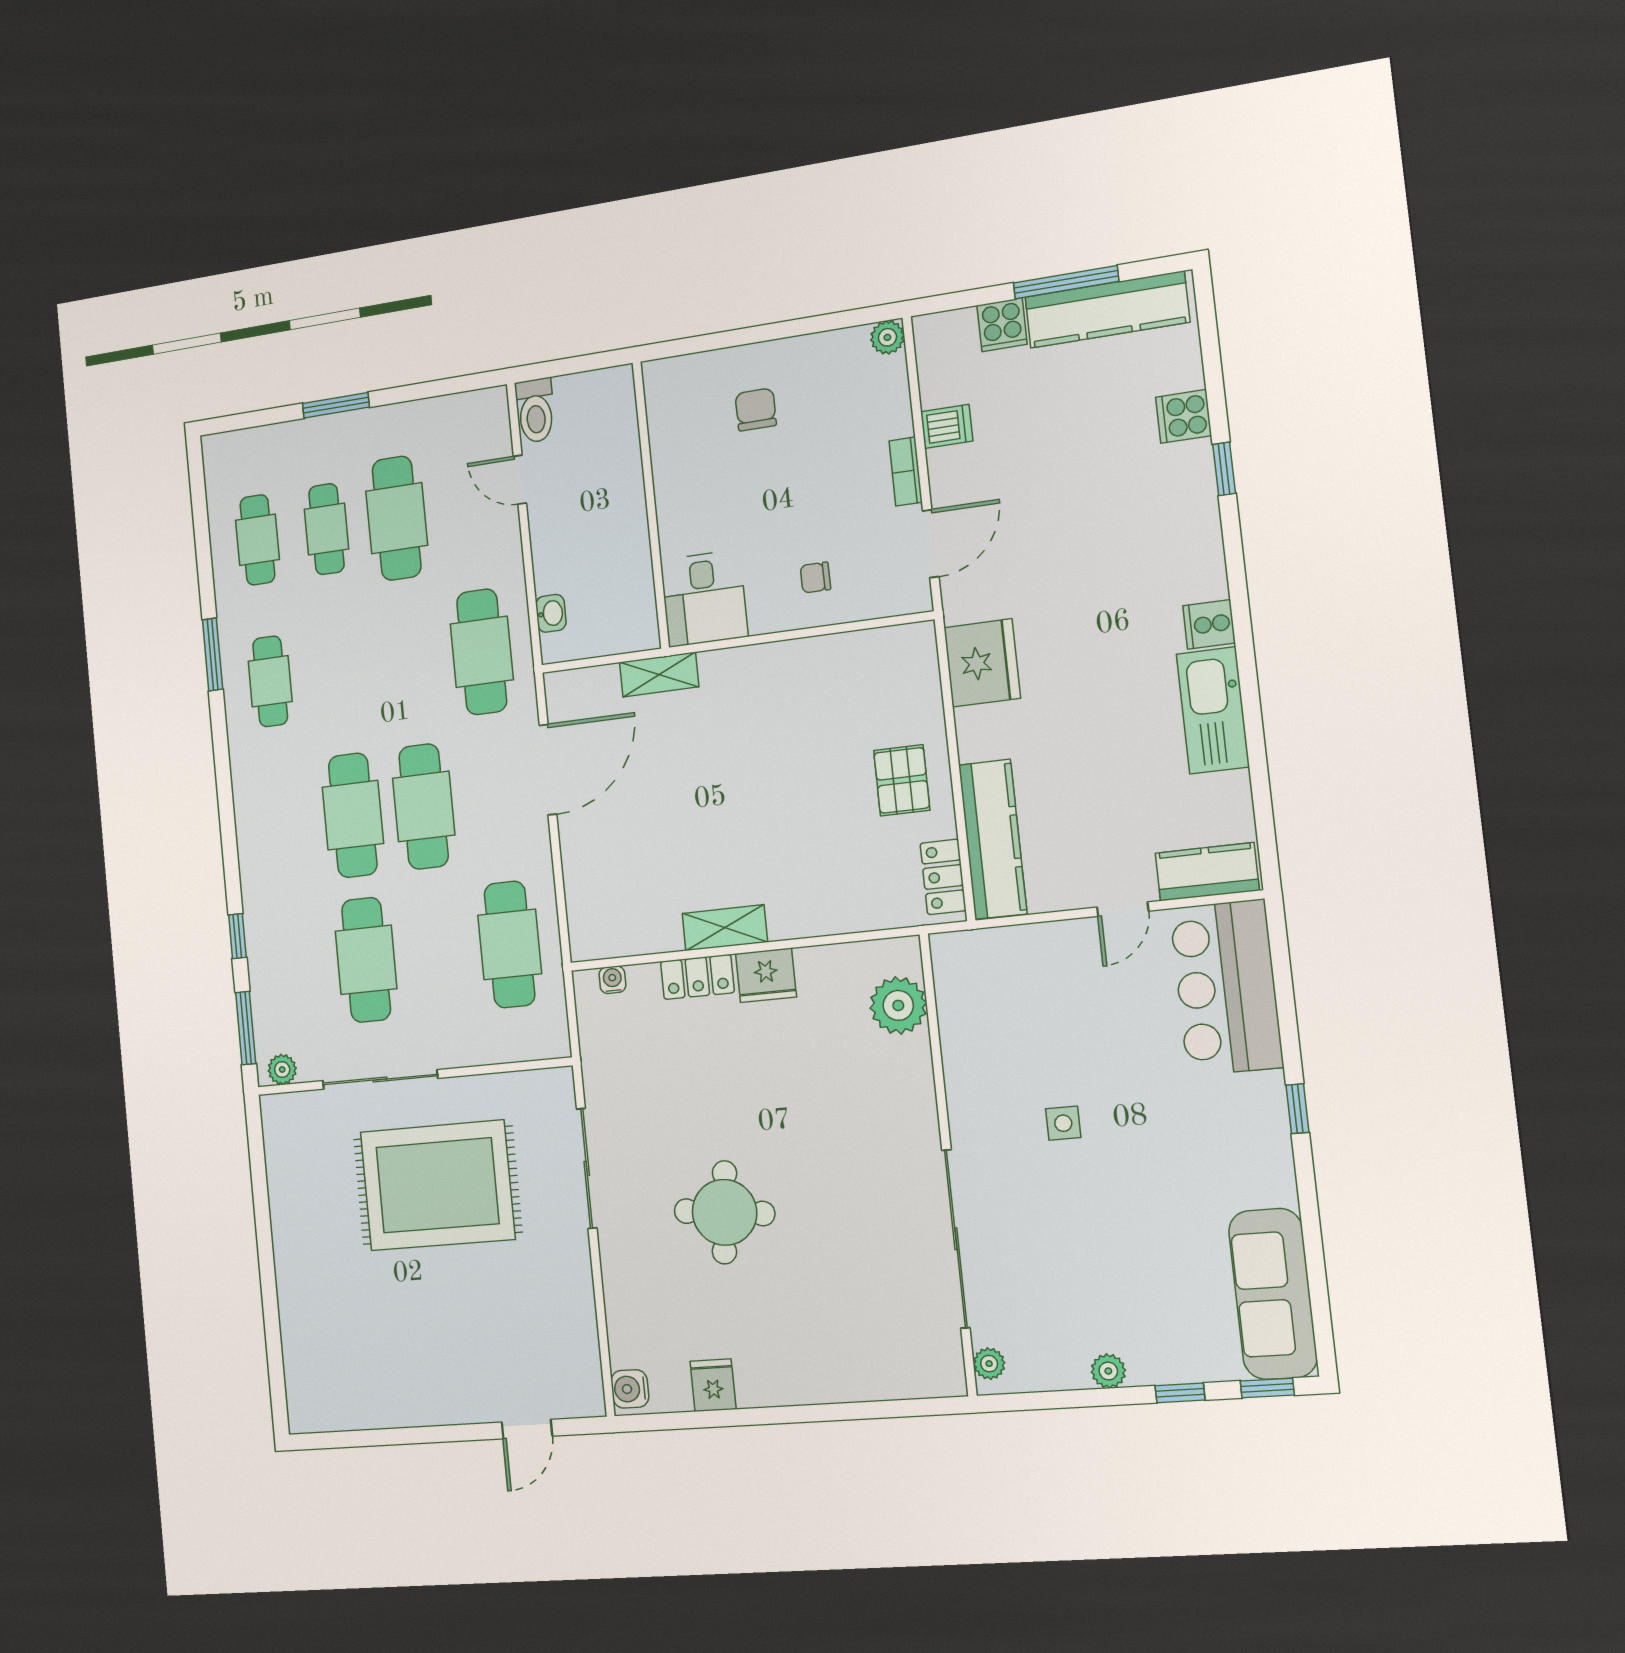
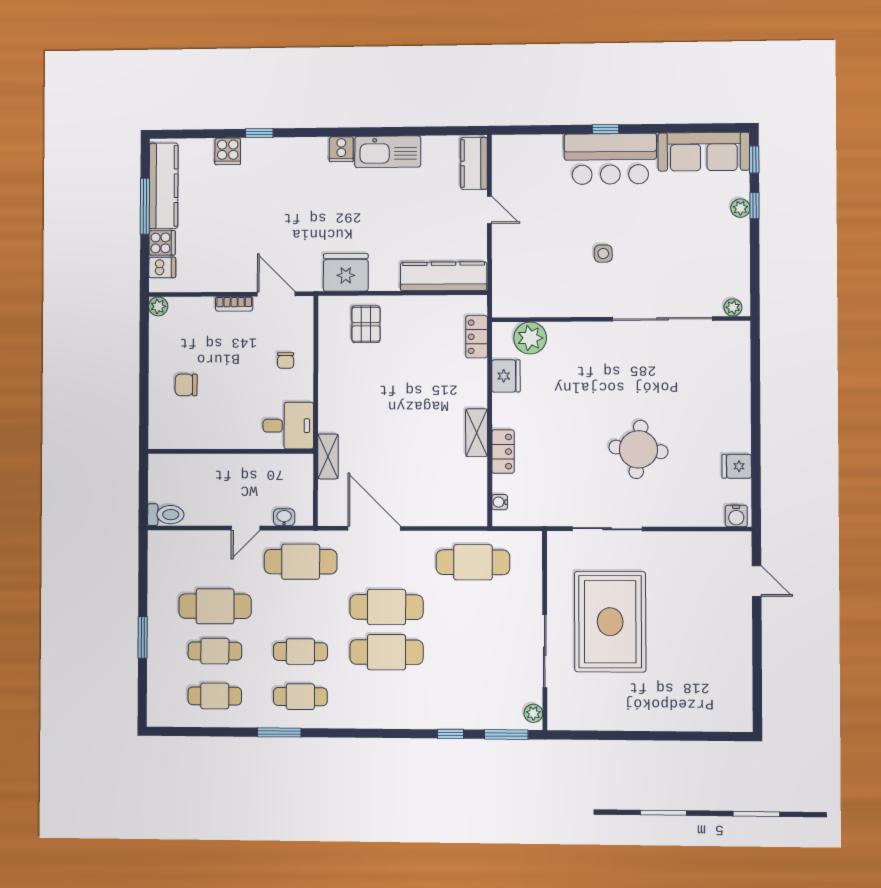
dishwasher: (947, 426) -> (162, 267), moved, turned 90
door: (520, 480) -> (246, 528), moved
pallet: (902, 780) -> (366, 324), moved, turned 90
locker: (943, 877) -> (477, 337), moved, turned 90
cafe table: (366, 960) -> (300, 652), moved, width x0.73, depth x0.74
fridge: (766, 975) -> (506, 376), moved
bar counter: (1226, 988) -> (610, 159), moved
plant: (1108, 1371) -> (740, 208), moved

